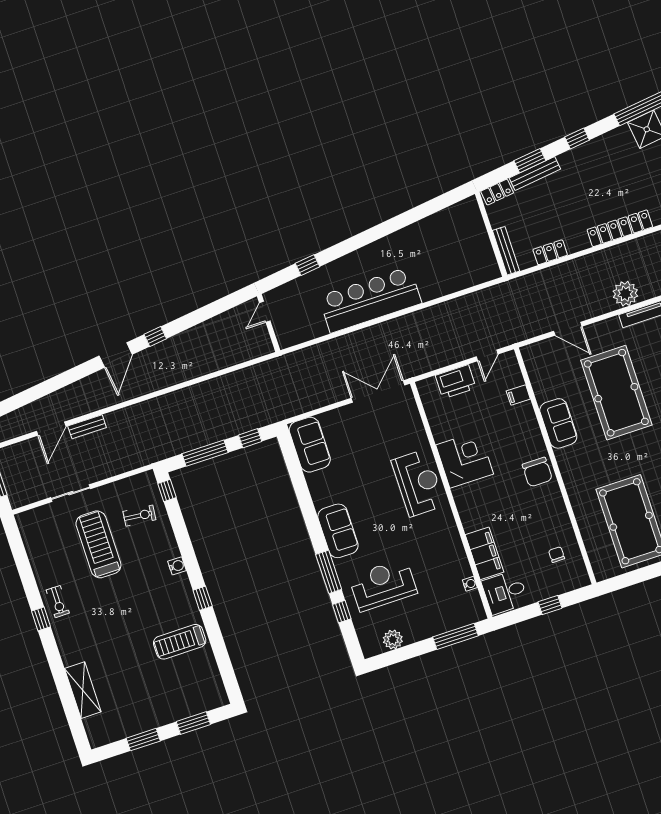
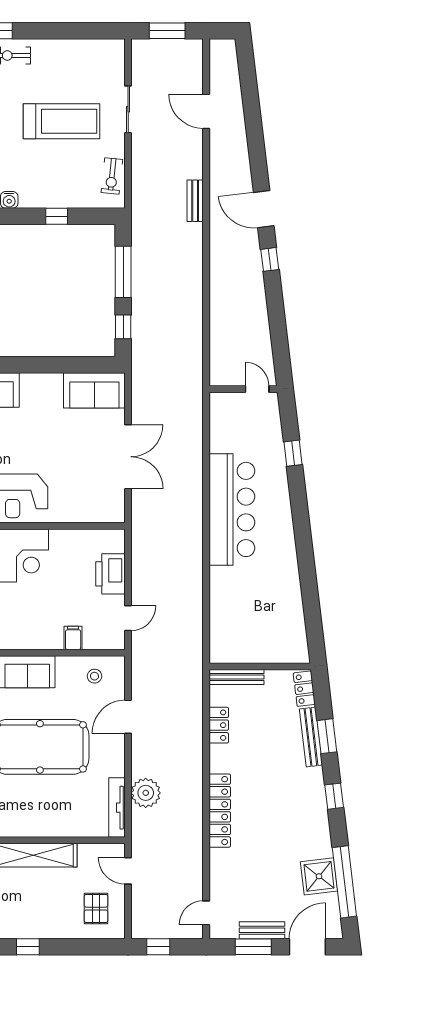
door: (487, 355) -> (128, 618), swing flipped
stool: (544, 367) -> (94, 676), added
double door: (378, 392) -> (128, 457), moved
bench: (87, 427) -> (195, 201), moved
window: (167, 491) -> (57, 216), moved
exercise bike: (139, 516) -> (112, 176), moved

